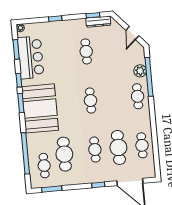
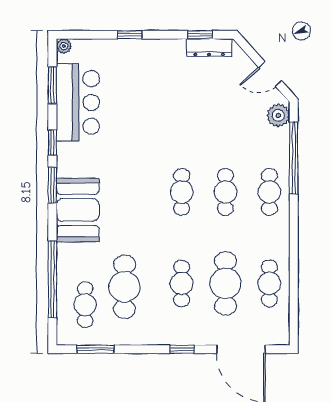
door: (132, 33) -> (270, 74), hinge flipped
cafe table: (86, 51) -> (226, 192), moved
plant: (140, 71) -> (278, 115), moved
booth: (40, 108) -> (78, 210), width x0.73, depth x0.70

